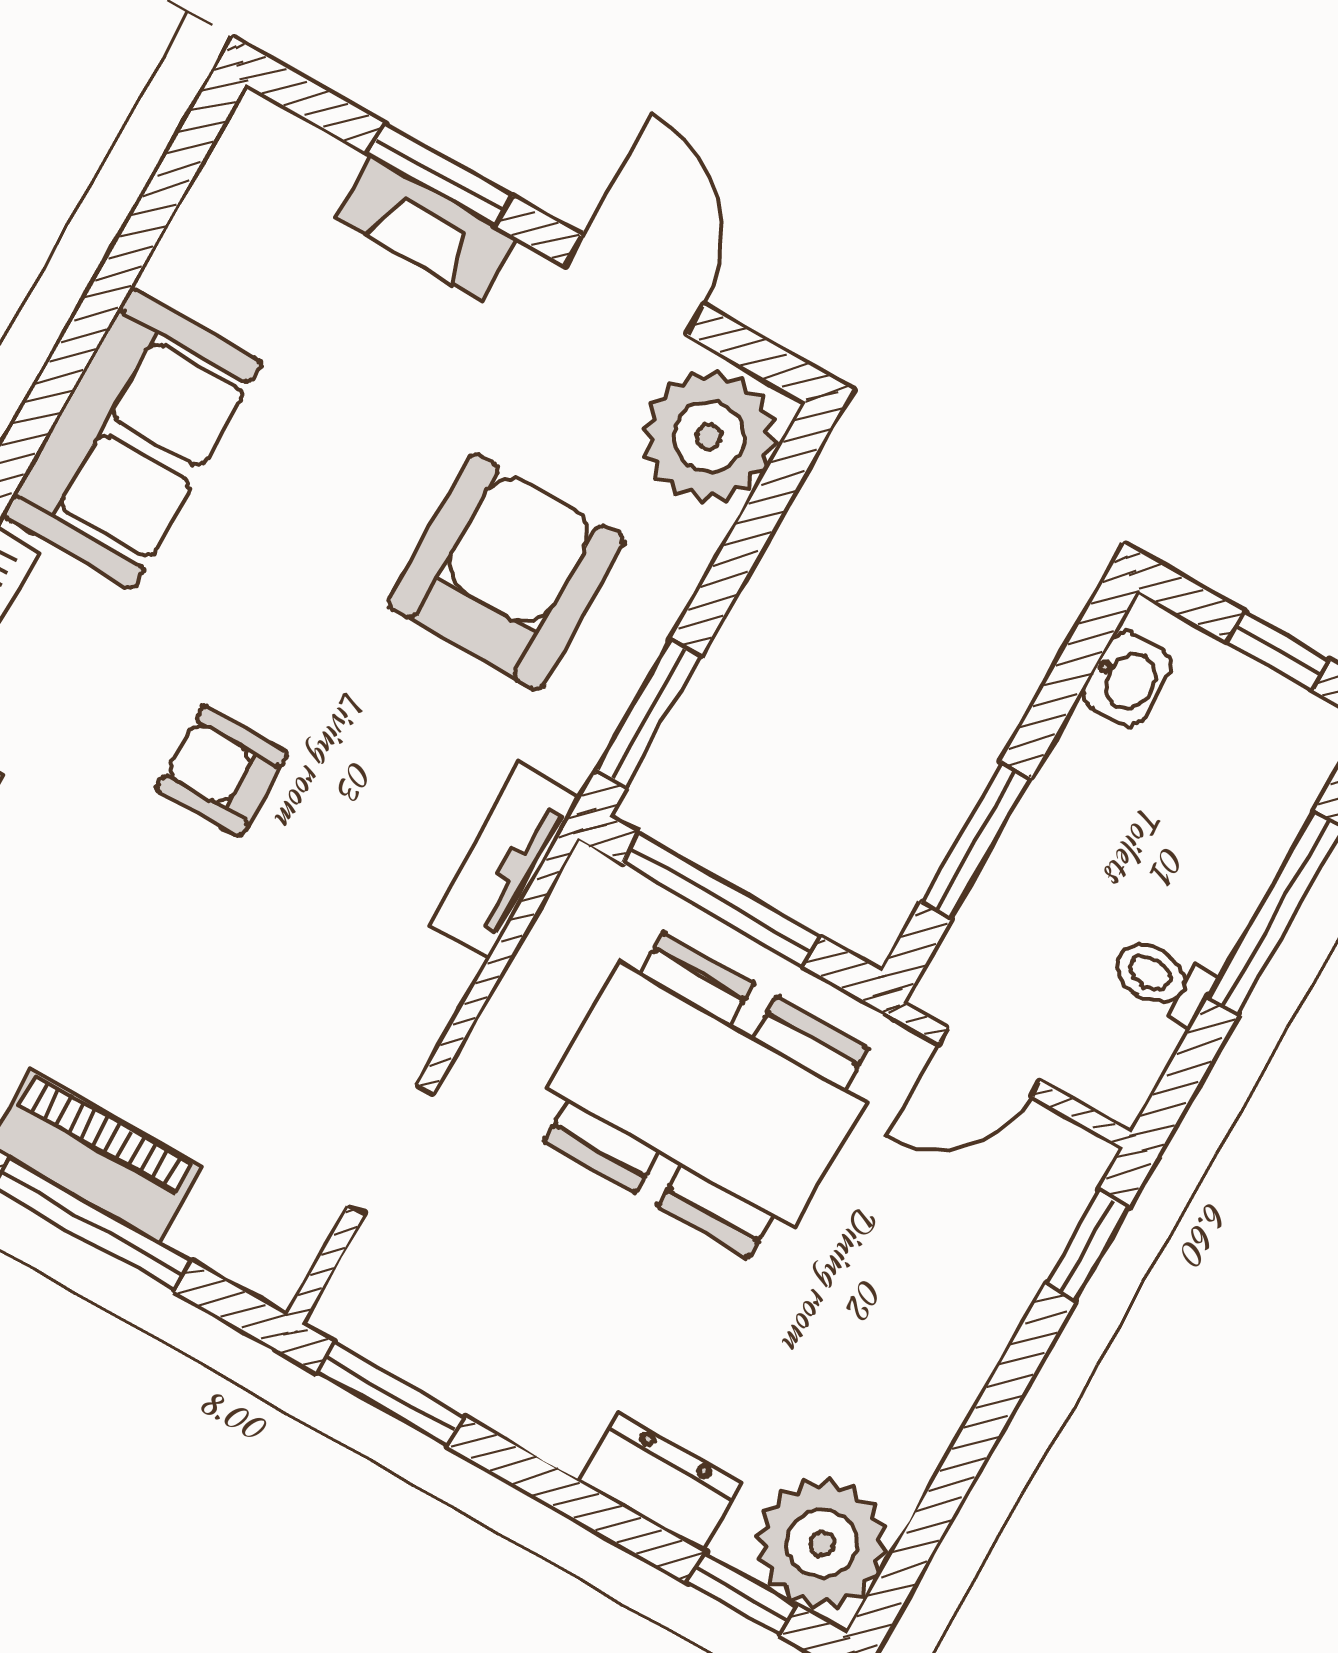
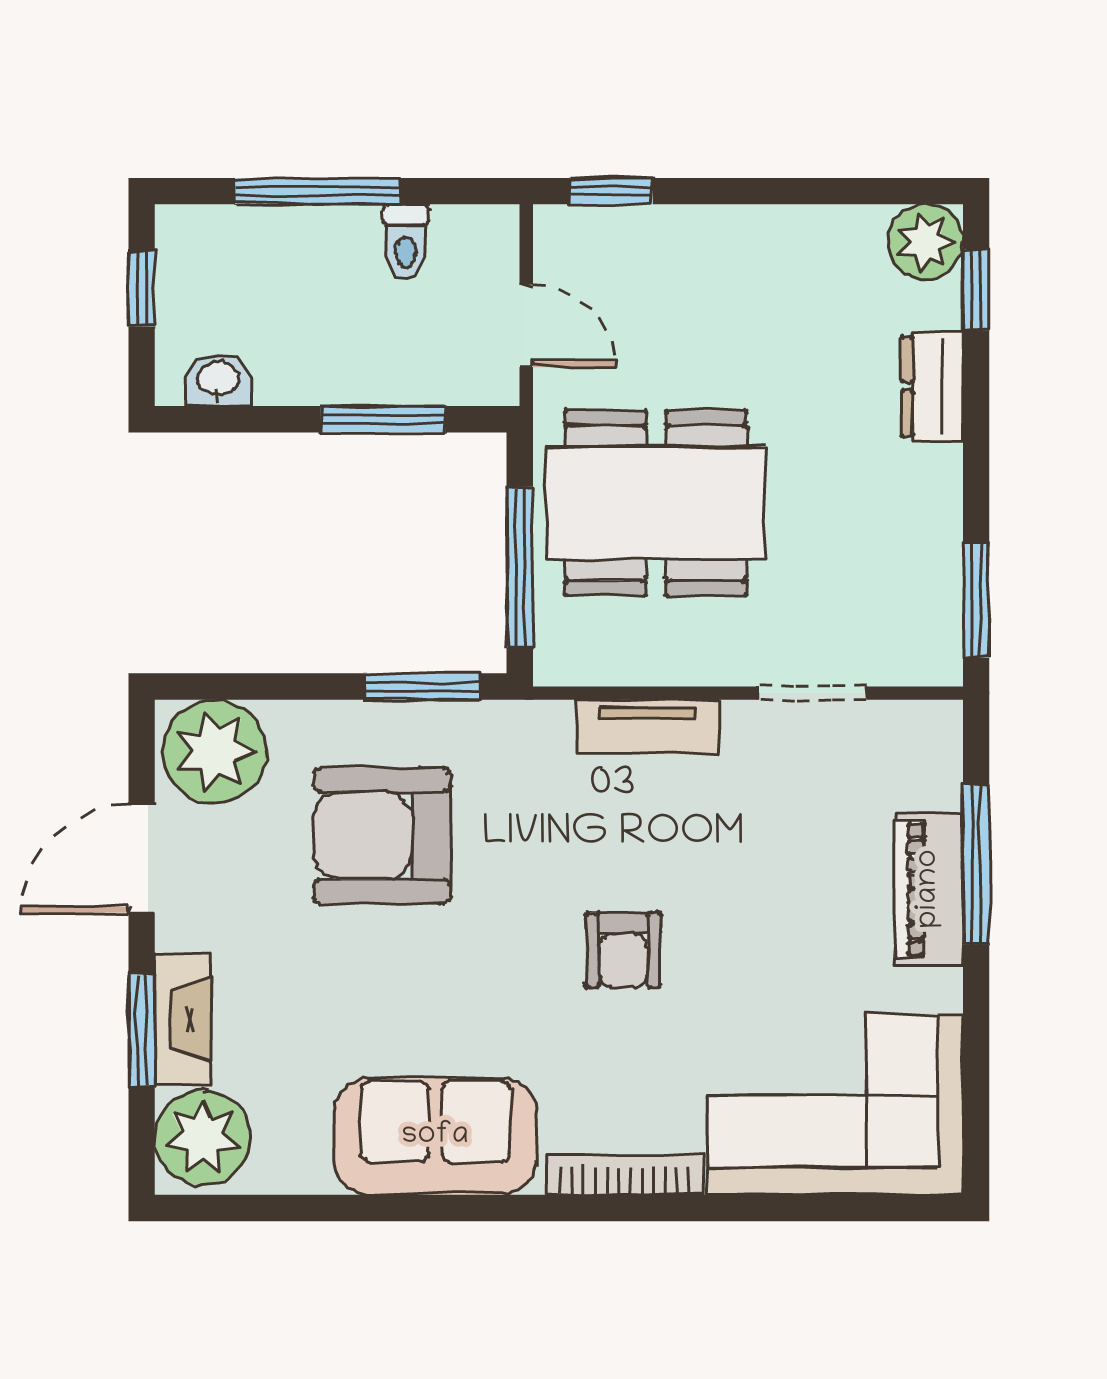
plant: (280, 175) -> (203, 1138), added
tv unit: (504, 861) -> (648, 727), moved
dining table: (706, 1095) -> (656, 503), turned 90
plant: (822, 1543) -> (926, 242), width x0.73, depth x0.73

